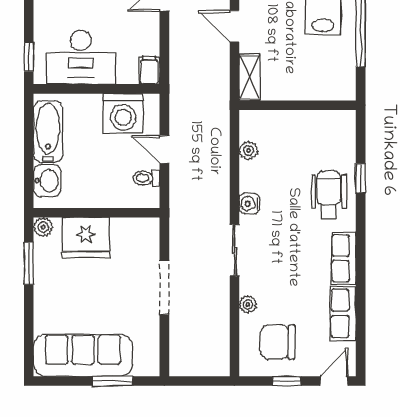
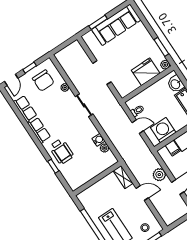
plant: (183, 39) -> (159, 175), added
filing cabinet: (149, 70) -> (173, 148), moved
water cooler: (249, 204) -> (99, 140), moved
chair: (278, 342) -> (43, 81), turned 90

